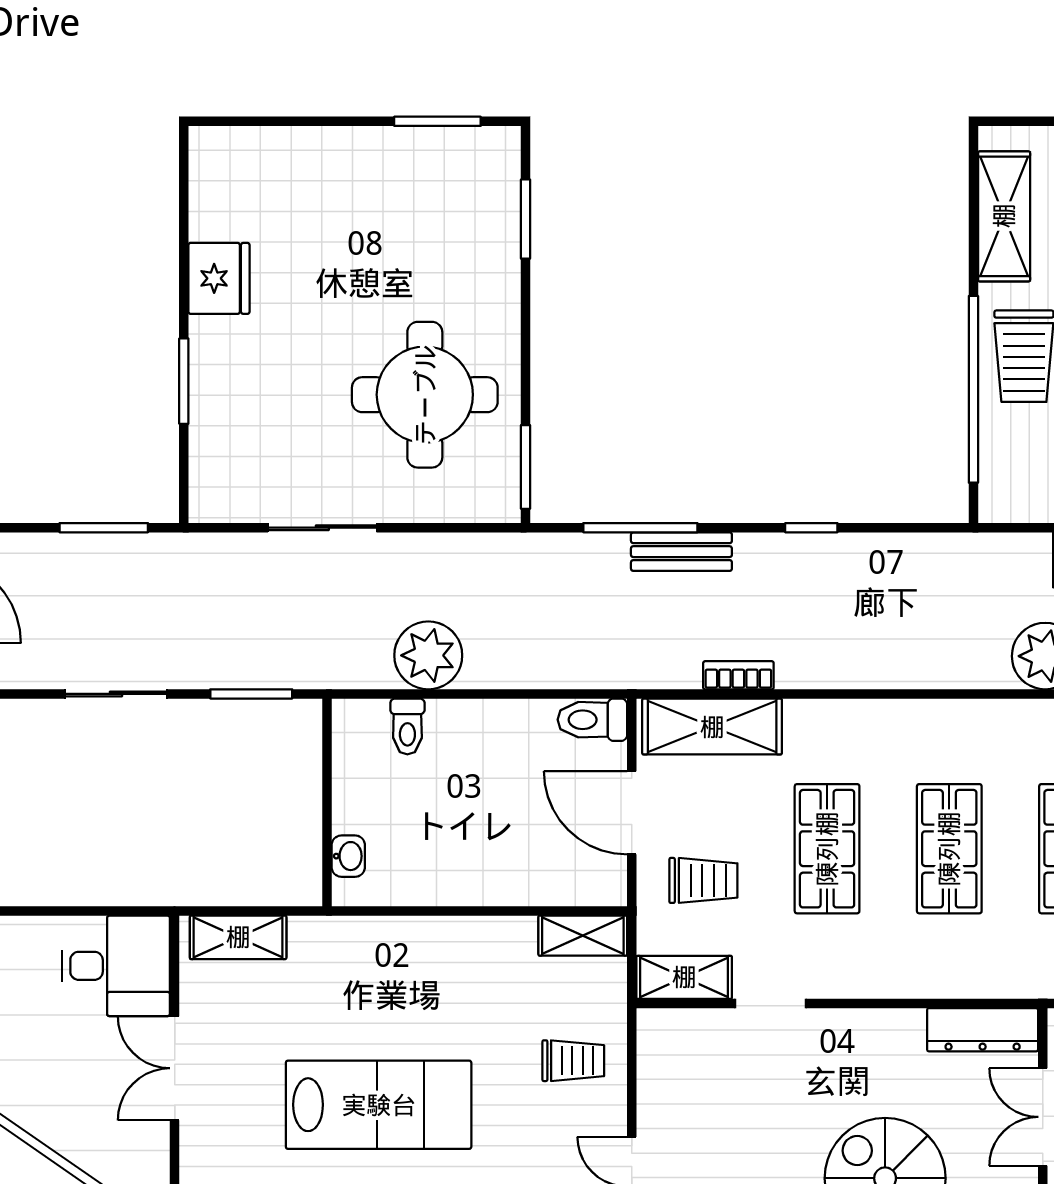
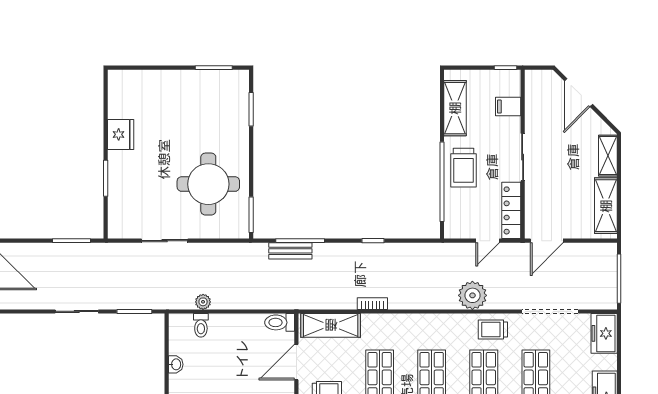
bench: (681, 552) -> (290, 251), moved
plant: (428, 655) -> (203, 302), width x0.53, depth x0.53
bookcase: (738, 675) -> (372, 304), moved
door: (632, 813) -> (296, 362), hinge flipped
washbasin: (348, 856) -> (176, 364), moved

